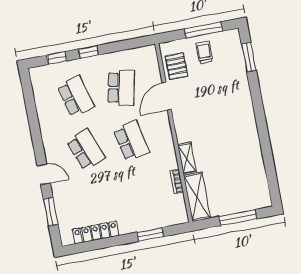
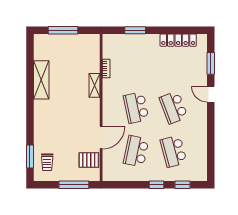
window: (203, 30) -> (74, 185), moved
trolley: (204, 52) -> (47, 162), moved
pallet: (177, 66) -> (89, 160), turned 90
shelving: (197, 197) -> (41, 80), moved

